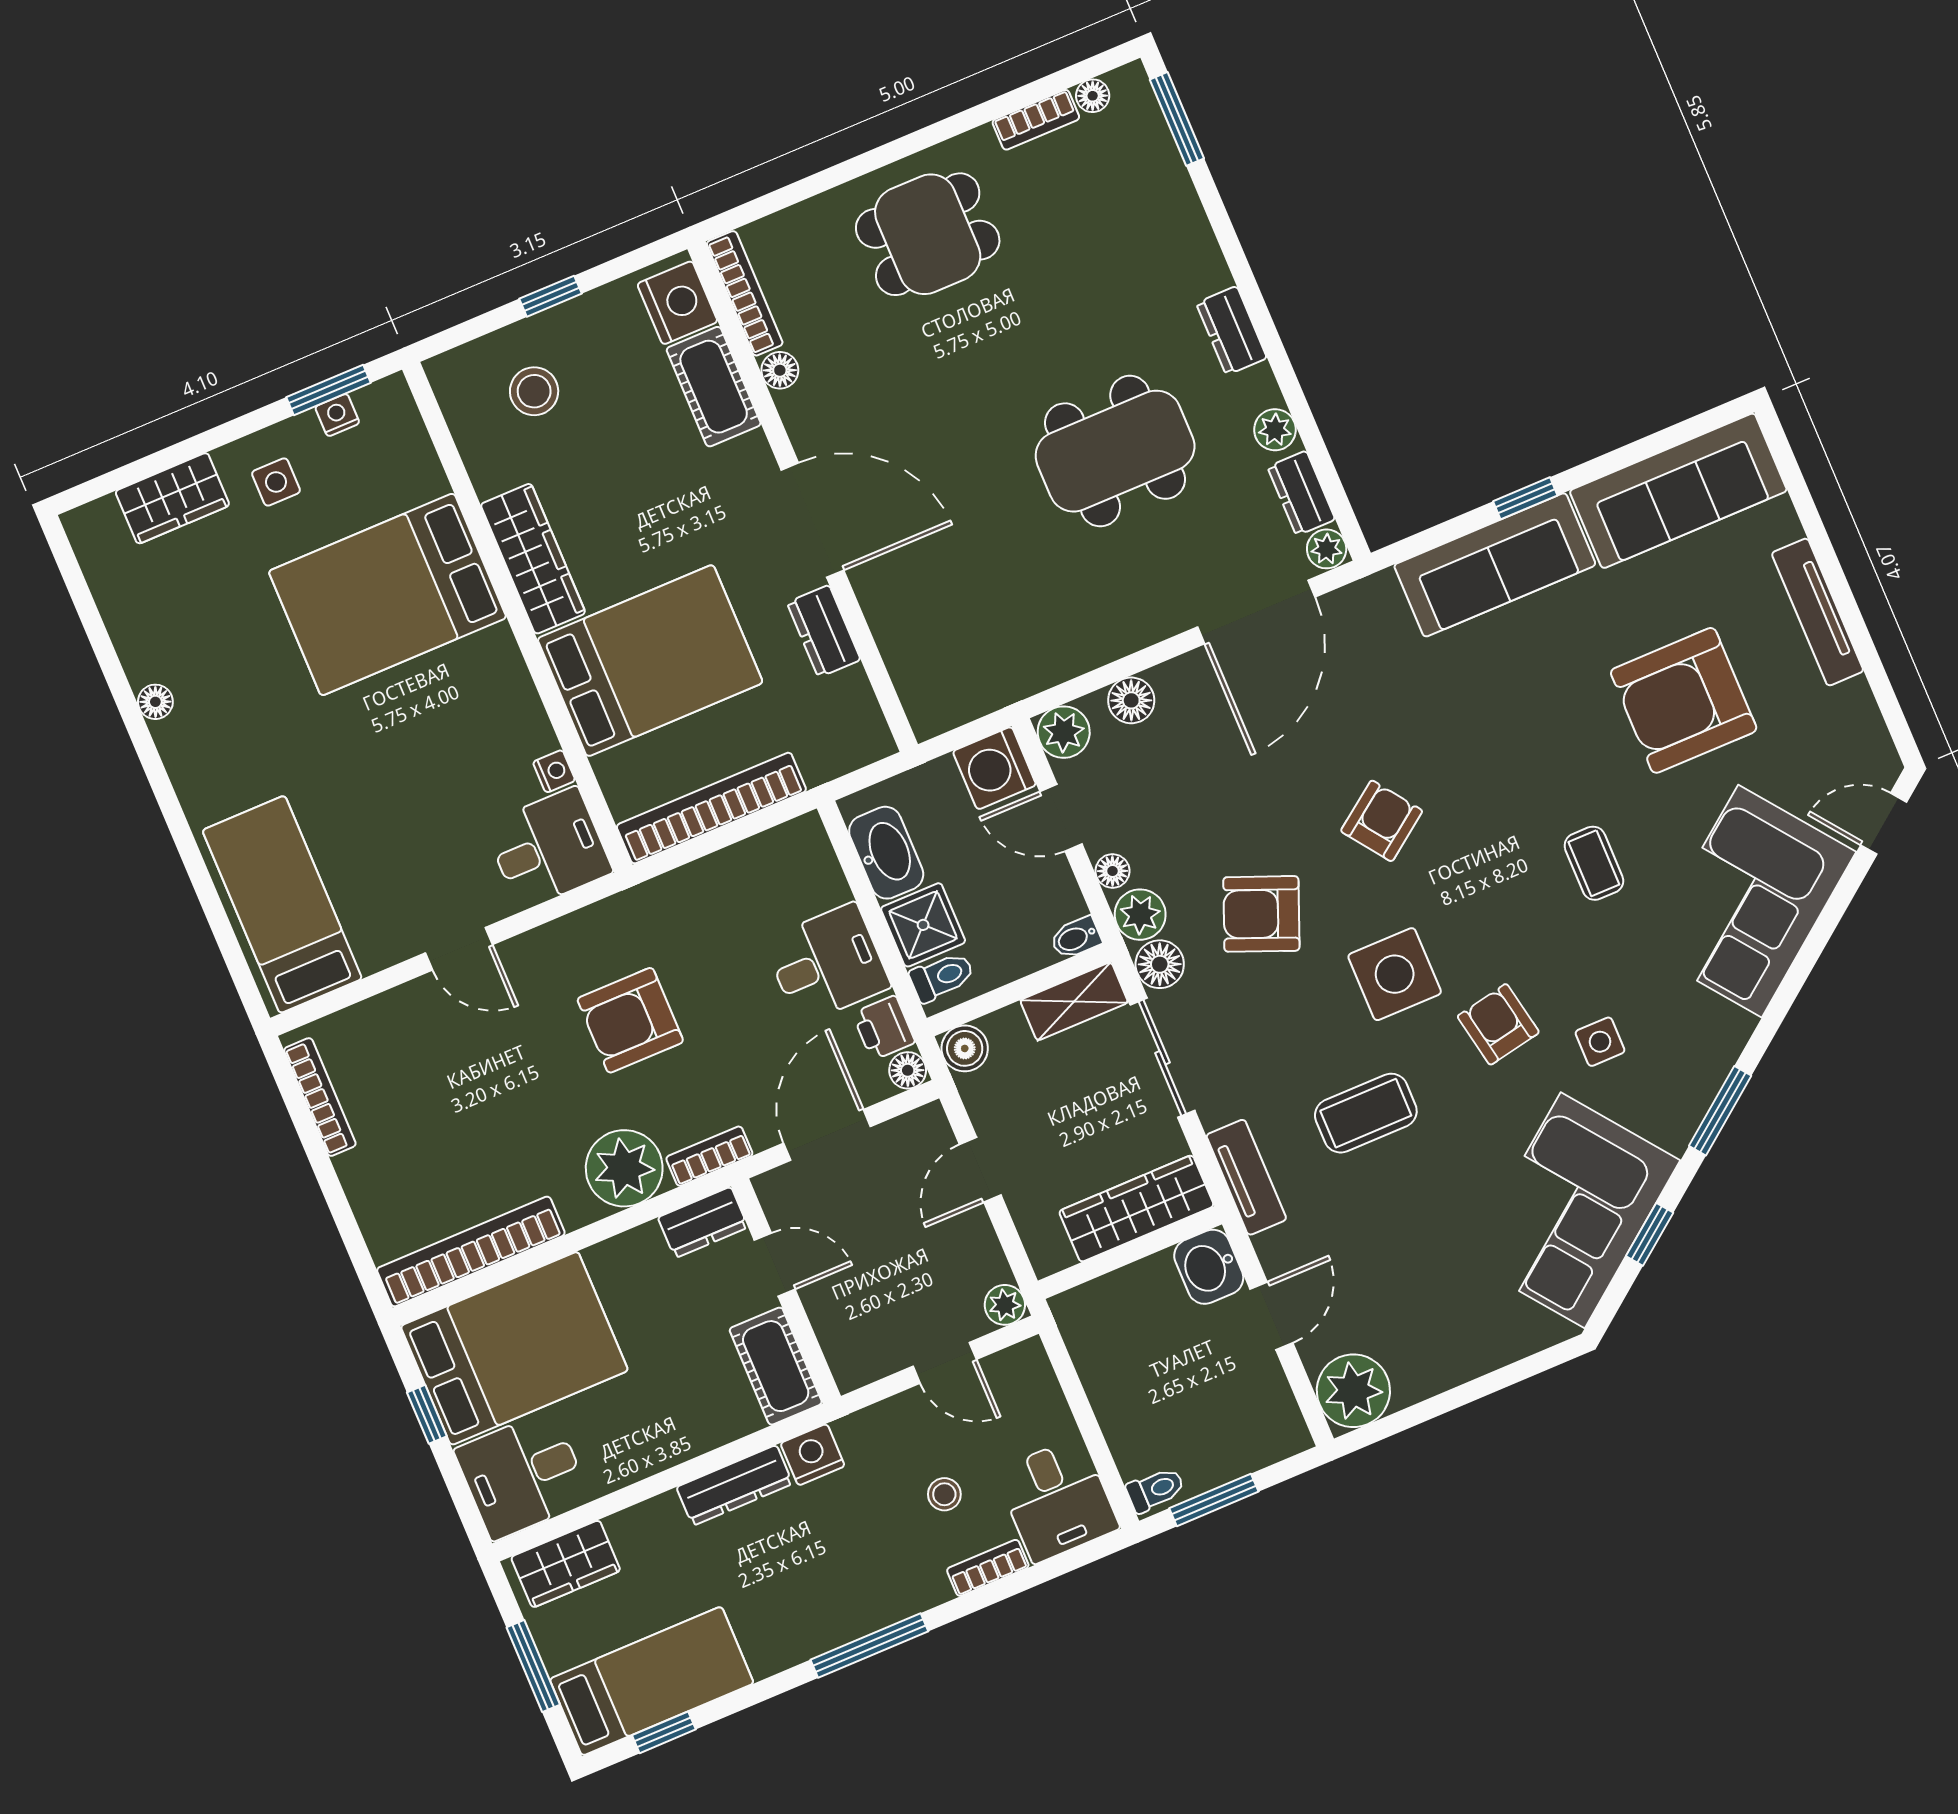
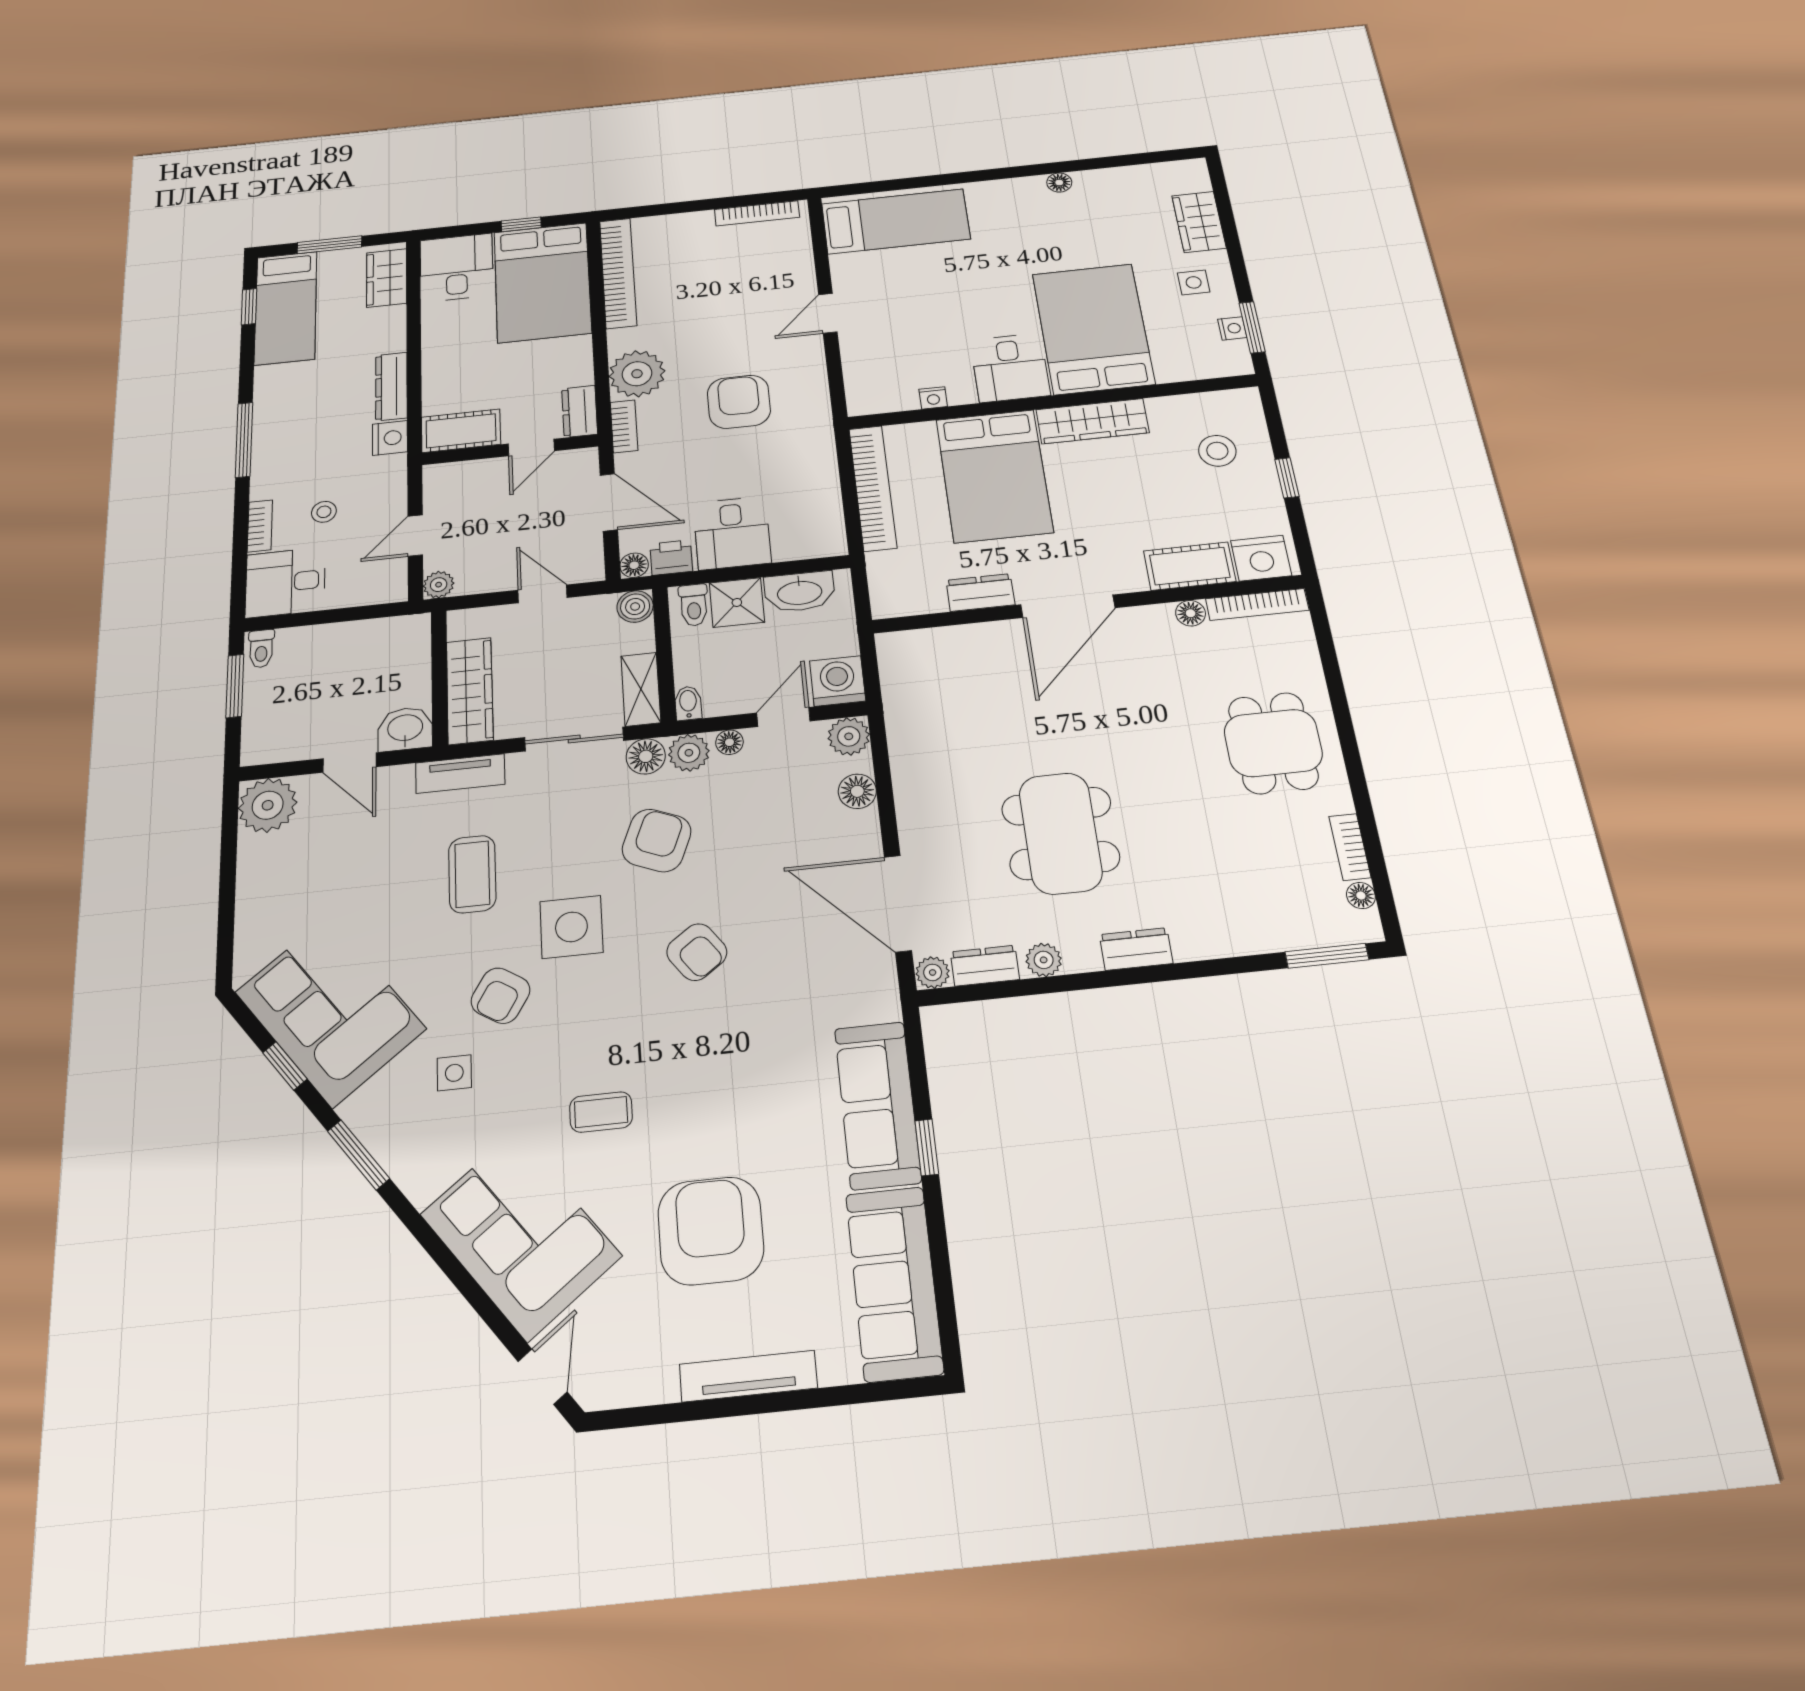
desk: (548, 848) -> (1010, 368), moved
armchair: (1498, 1024) -> (500, 996), turned 133

